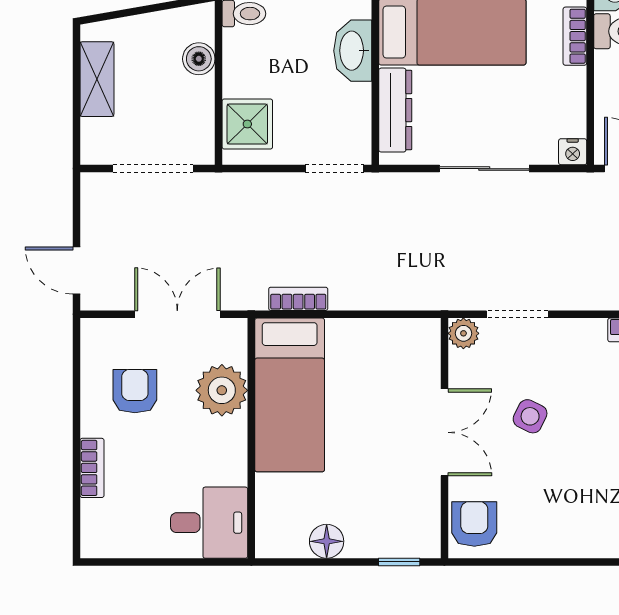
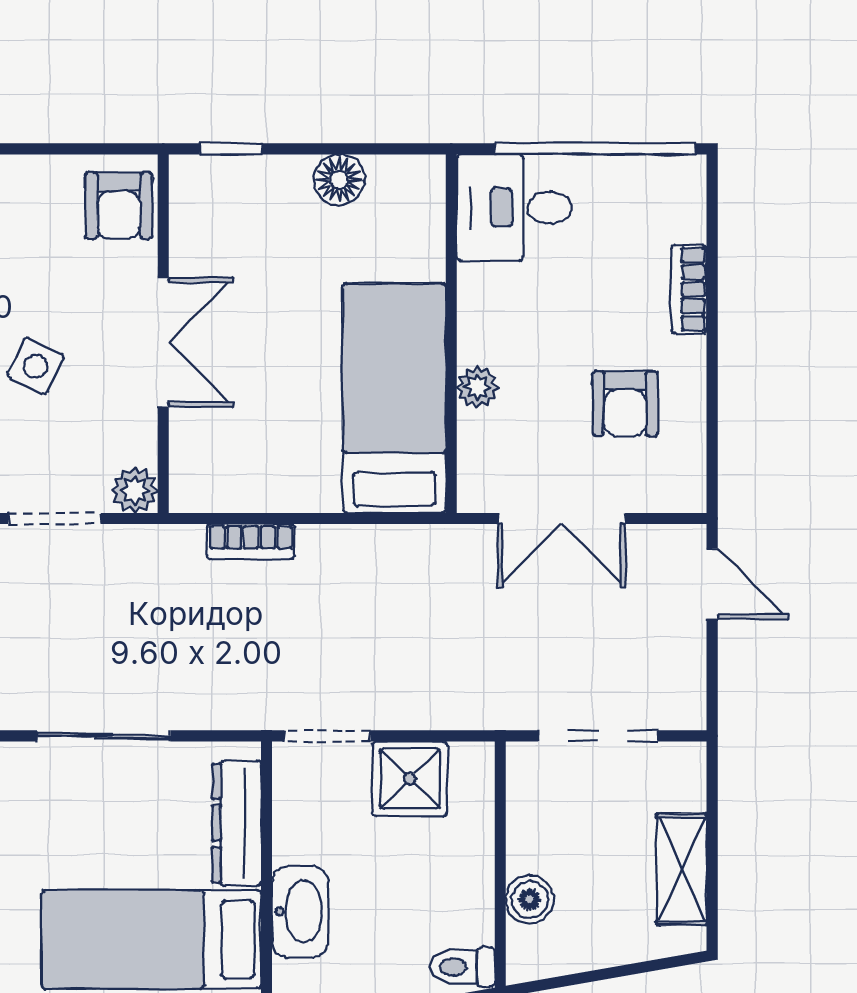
shower: (247, 124) -> (410, 779), moved
bookcase: (298, 299) -> (251, 541), moved
plant: (222, 390) -> (477, 387), width x0.53, depth x0.53
double door: (444, 432) -> (163, 342), swing flipped
window: (155, 562) -> (595, 149), added

